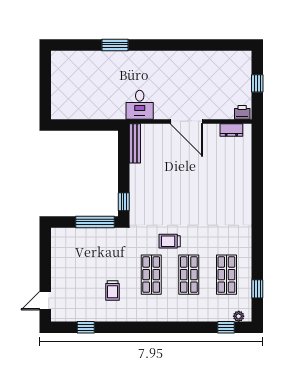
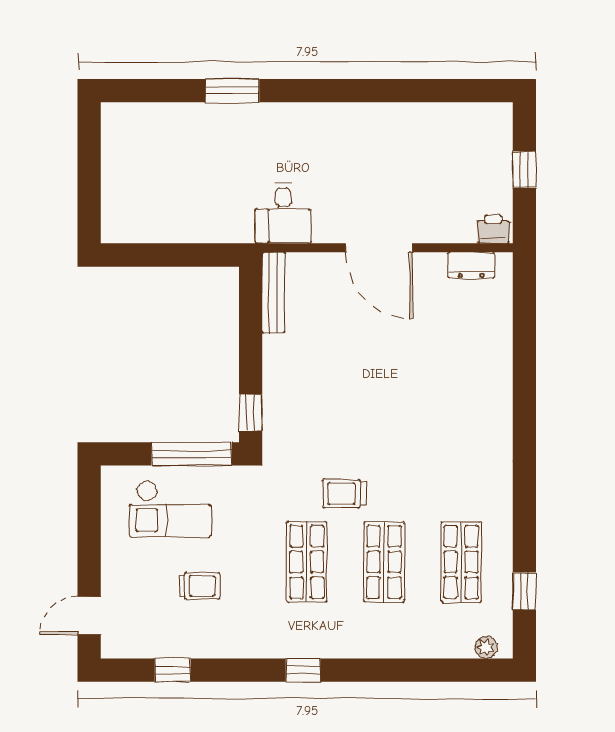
checkout: (85, 249) -> (170, 509), added
trolley: (113, 290) -> (199, 586), moved, turned -90
window: (226, 327) -> (303, 670), moved

